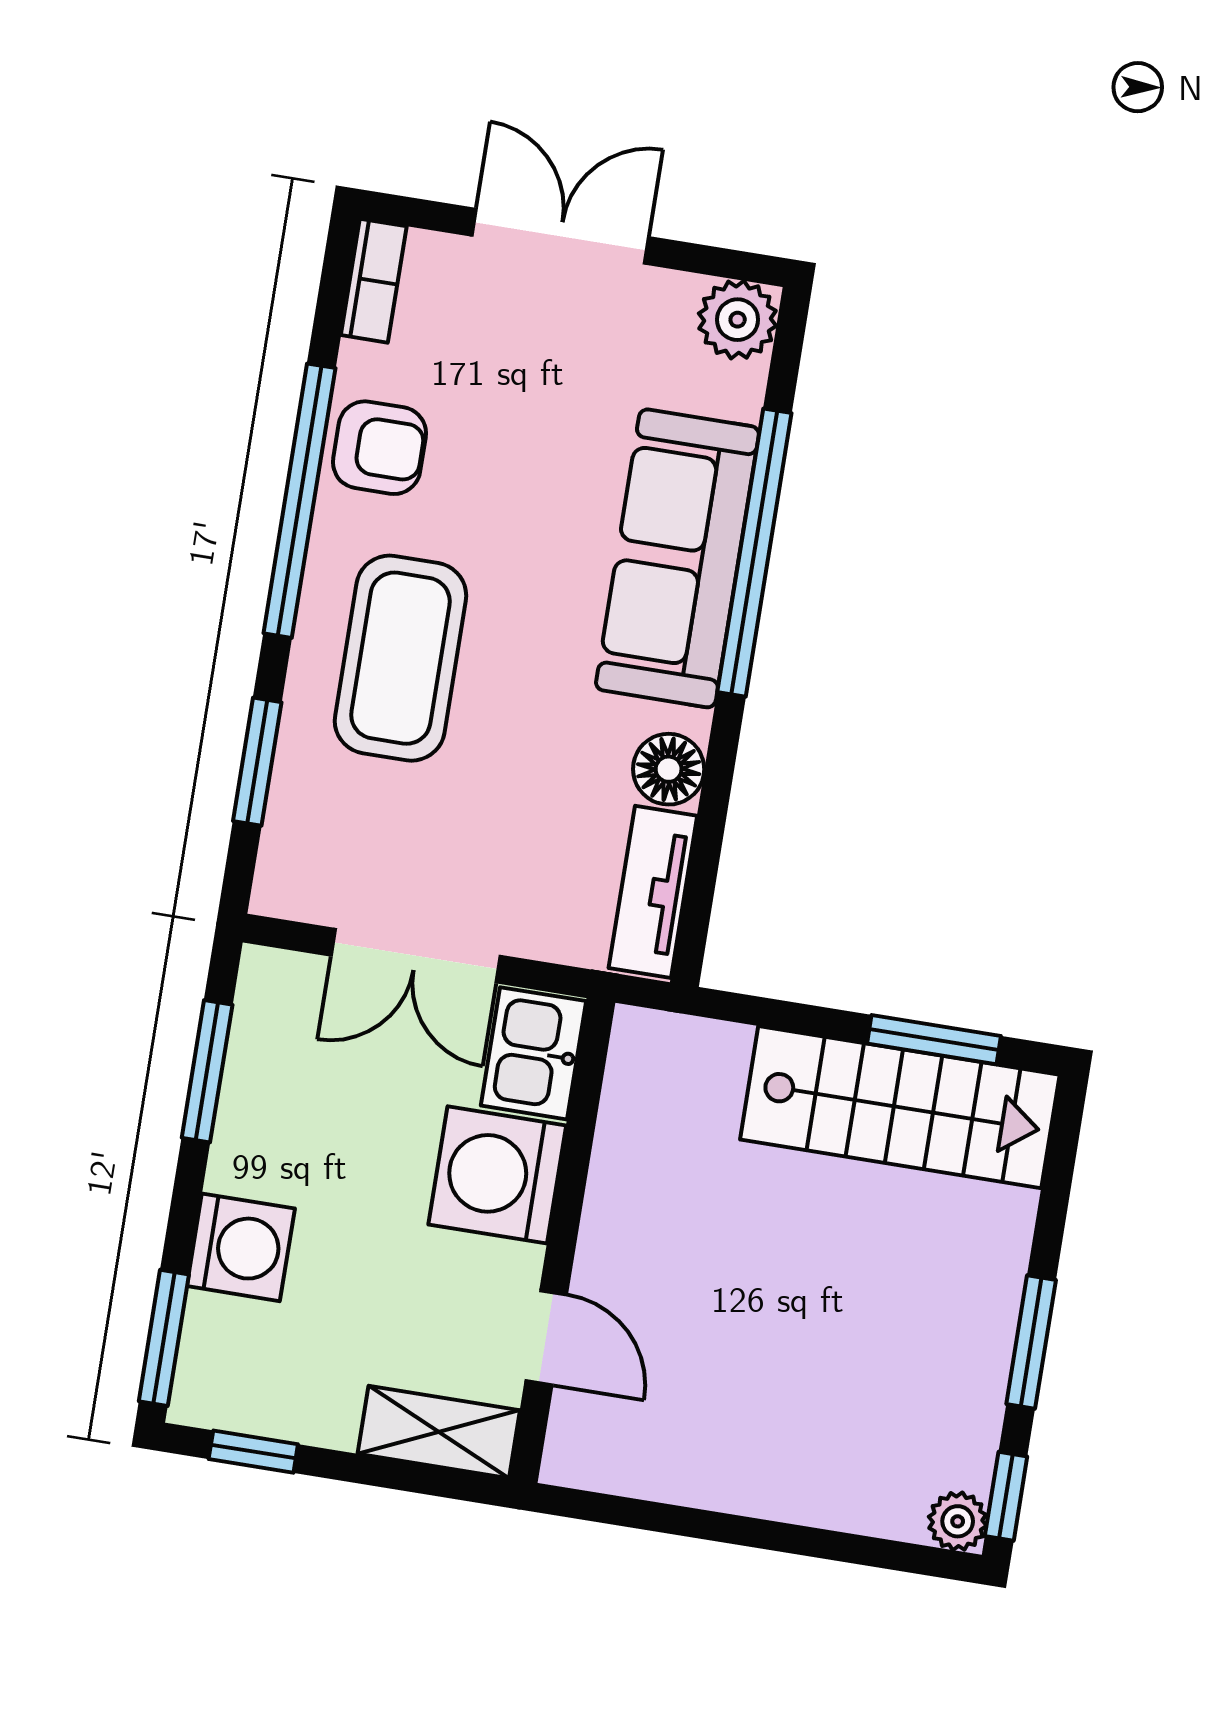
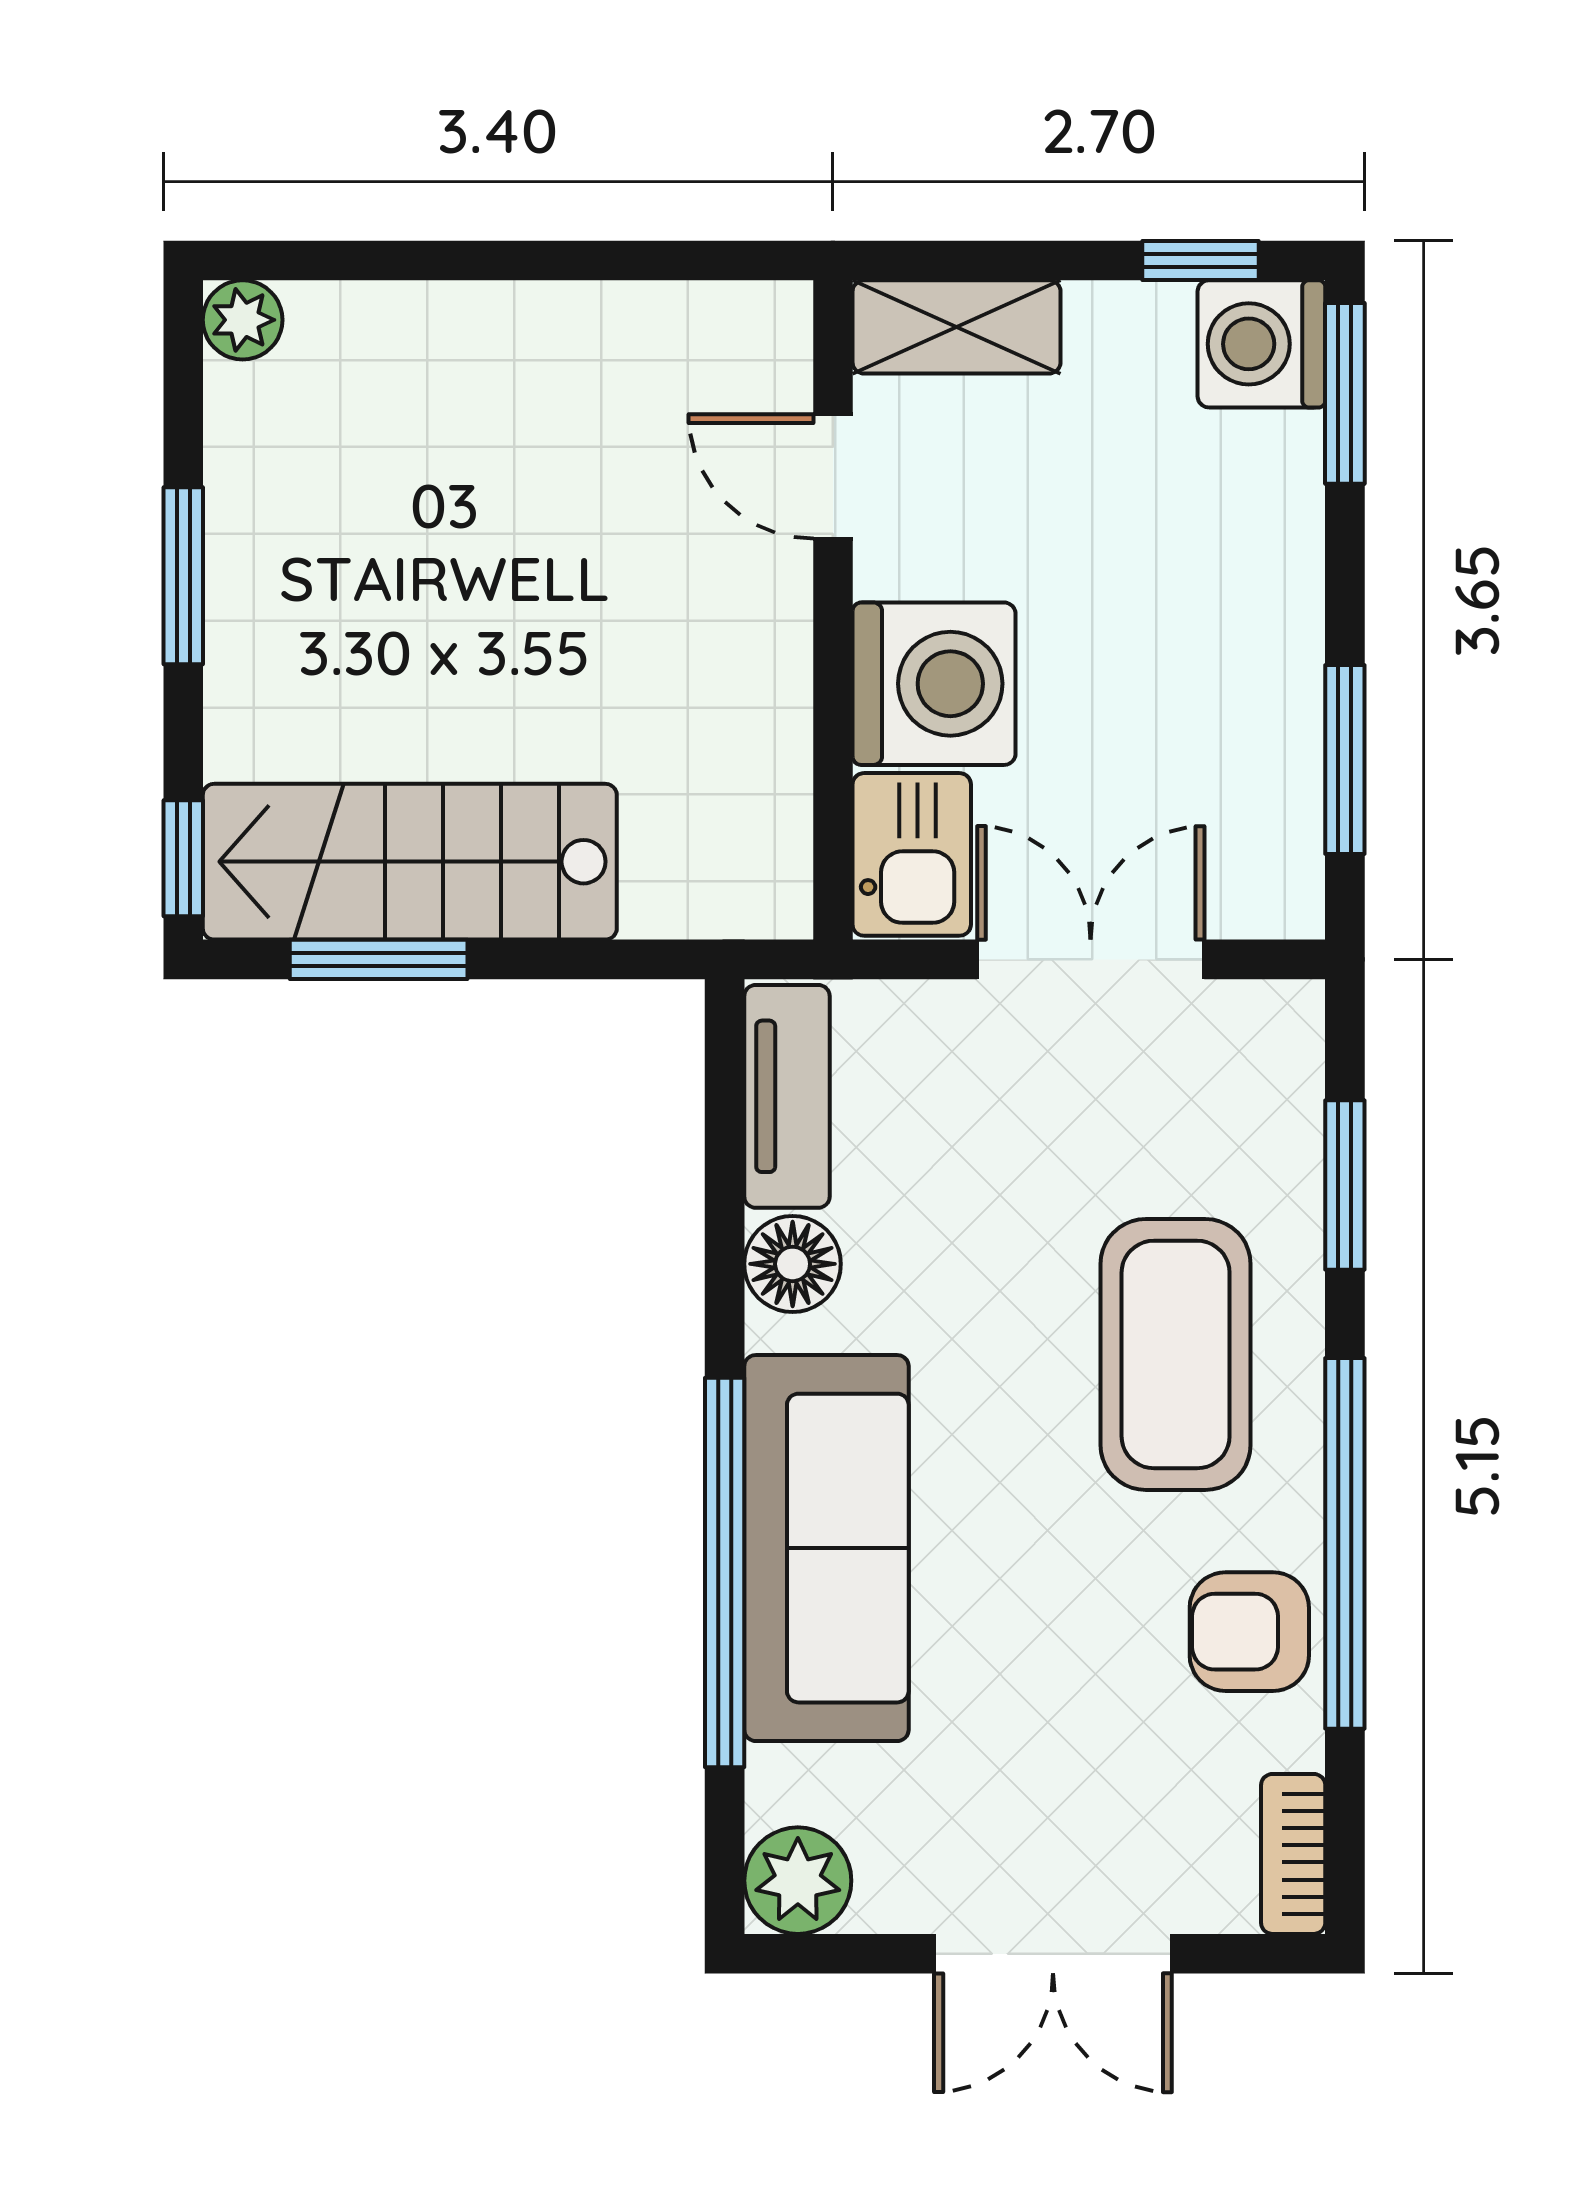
washing machine: (241, 1247) -> (1261, 344), moved
window: (1006, 1496) -> (183, 858), moved

